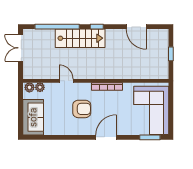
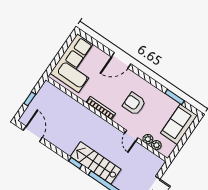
door: (136, 27) -> (33, 134), moved
plant: (29, 87) -> (148, 139), moved
door: (106, 137) -> (121, 60), moved
window: (150, 137) -> (175, 97), moved

